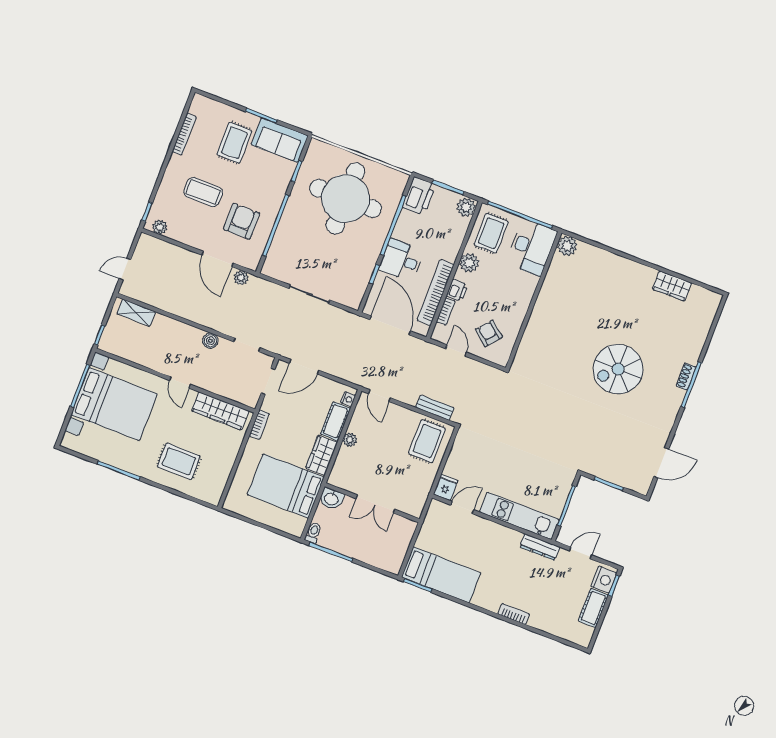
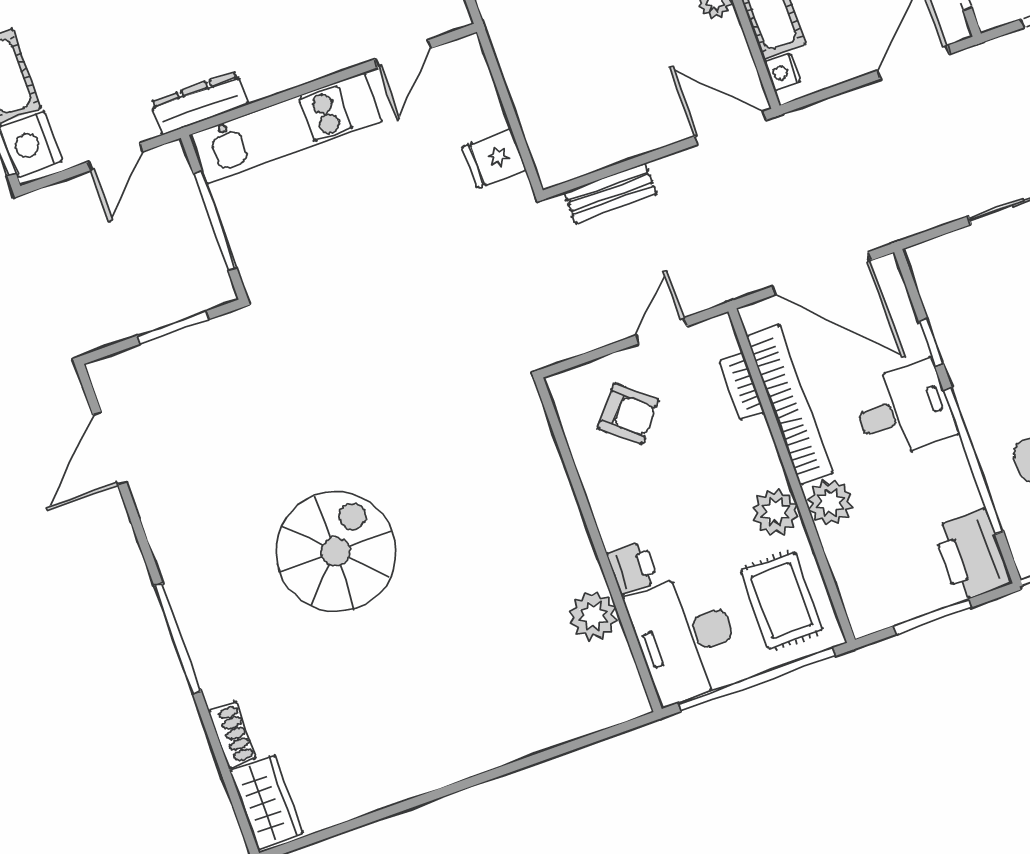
plant: (466, 207) -> (830, 502), moved
plant: (567, 246) -> (593, 616), moved
wardrobe: (672, 286) -> (266, 802), moved, turned 90
printer: (457, 290) -> (632, 568), moved, turned 180
door: (456, 351) -> (661, 331), swing flipped
shoe rack: (686, 376) -> (232, 735), moved
door: (380, 396) -> (730, 128), width x1.38
rug: (427, 441) -> (572, 120), removed
fridge: (446, 488) -> (494, 158), moved, turned 90

